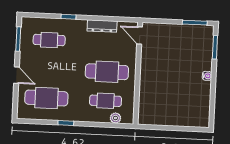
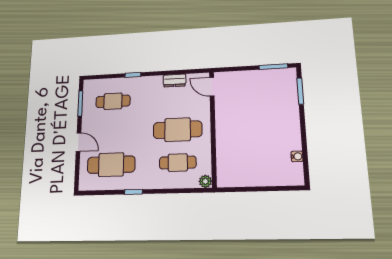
dresser: (102, 26) -> (175, 81), width x0.70
water cooler: (207, 76) -> (297, 156), moved
plant: (115, 118) -> (205, 181), moved

